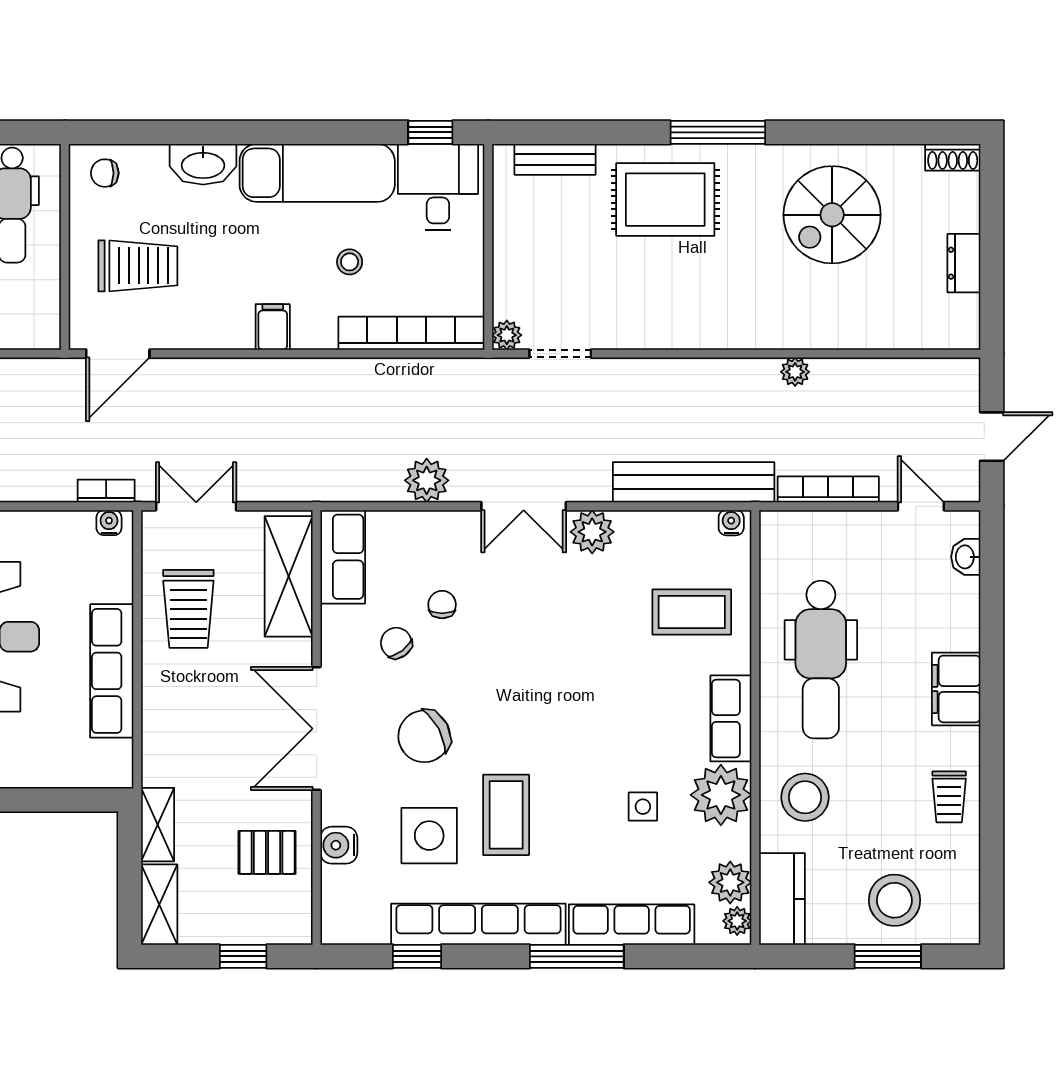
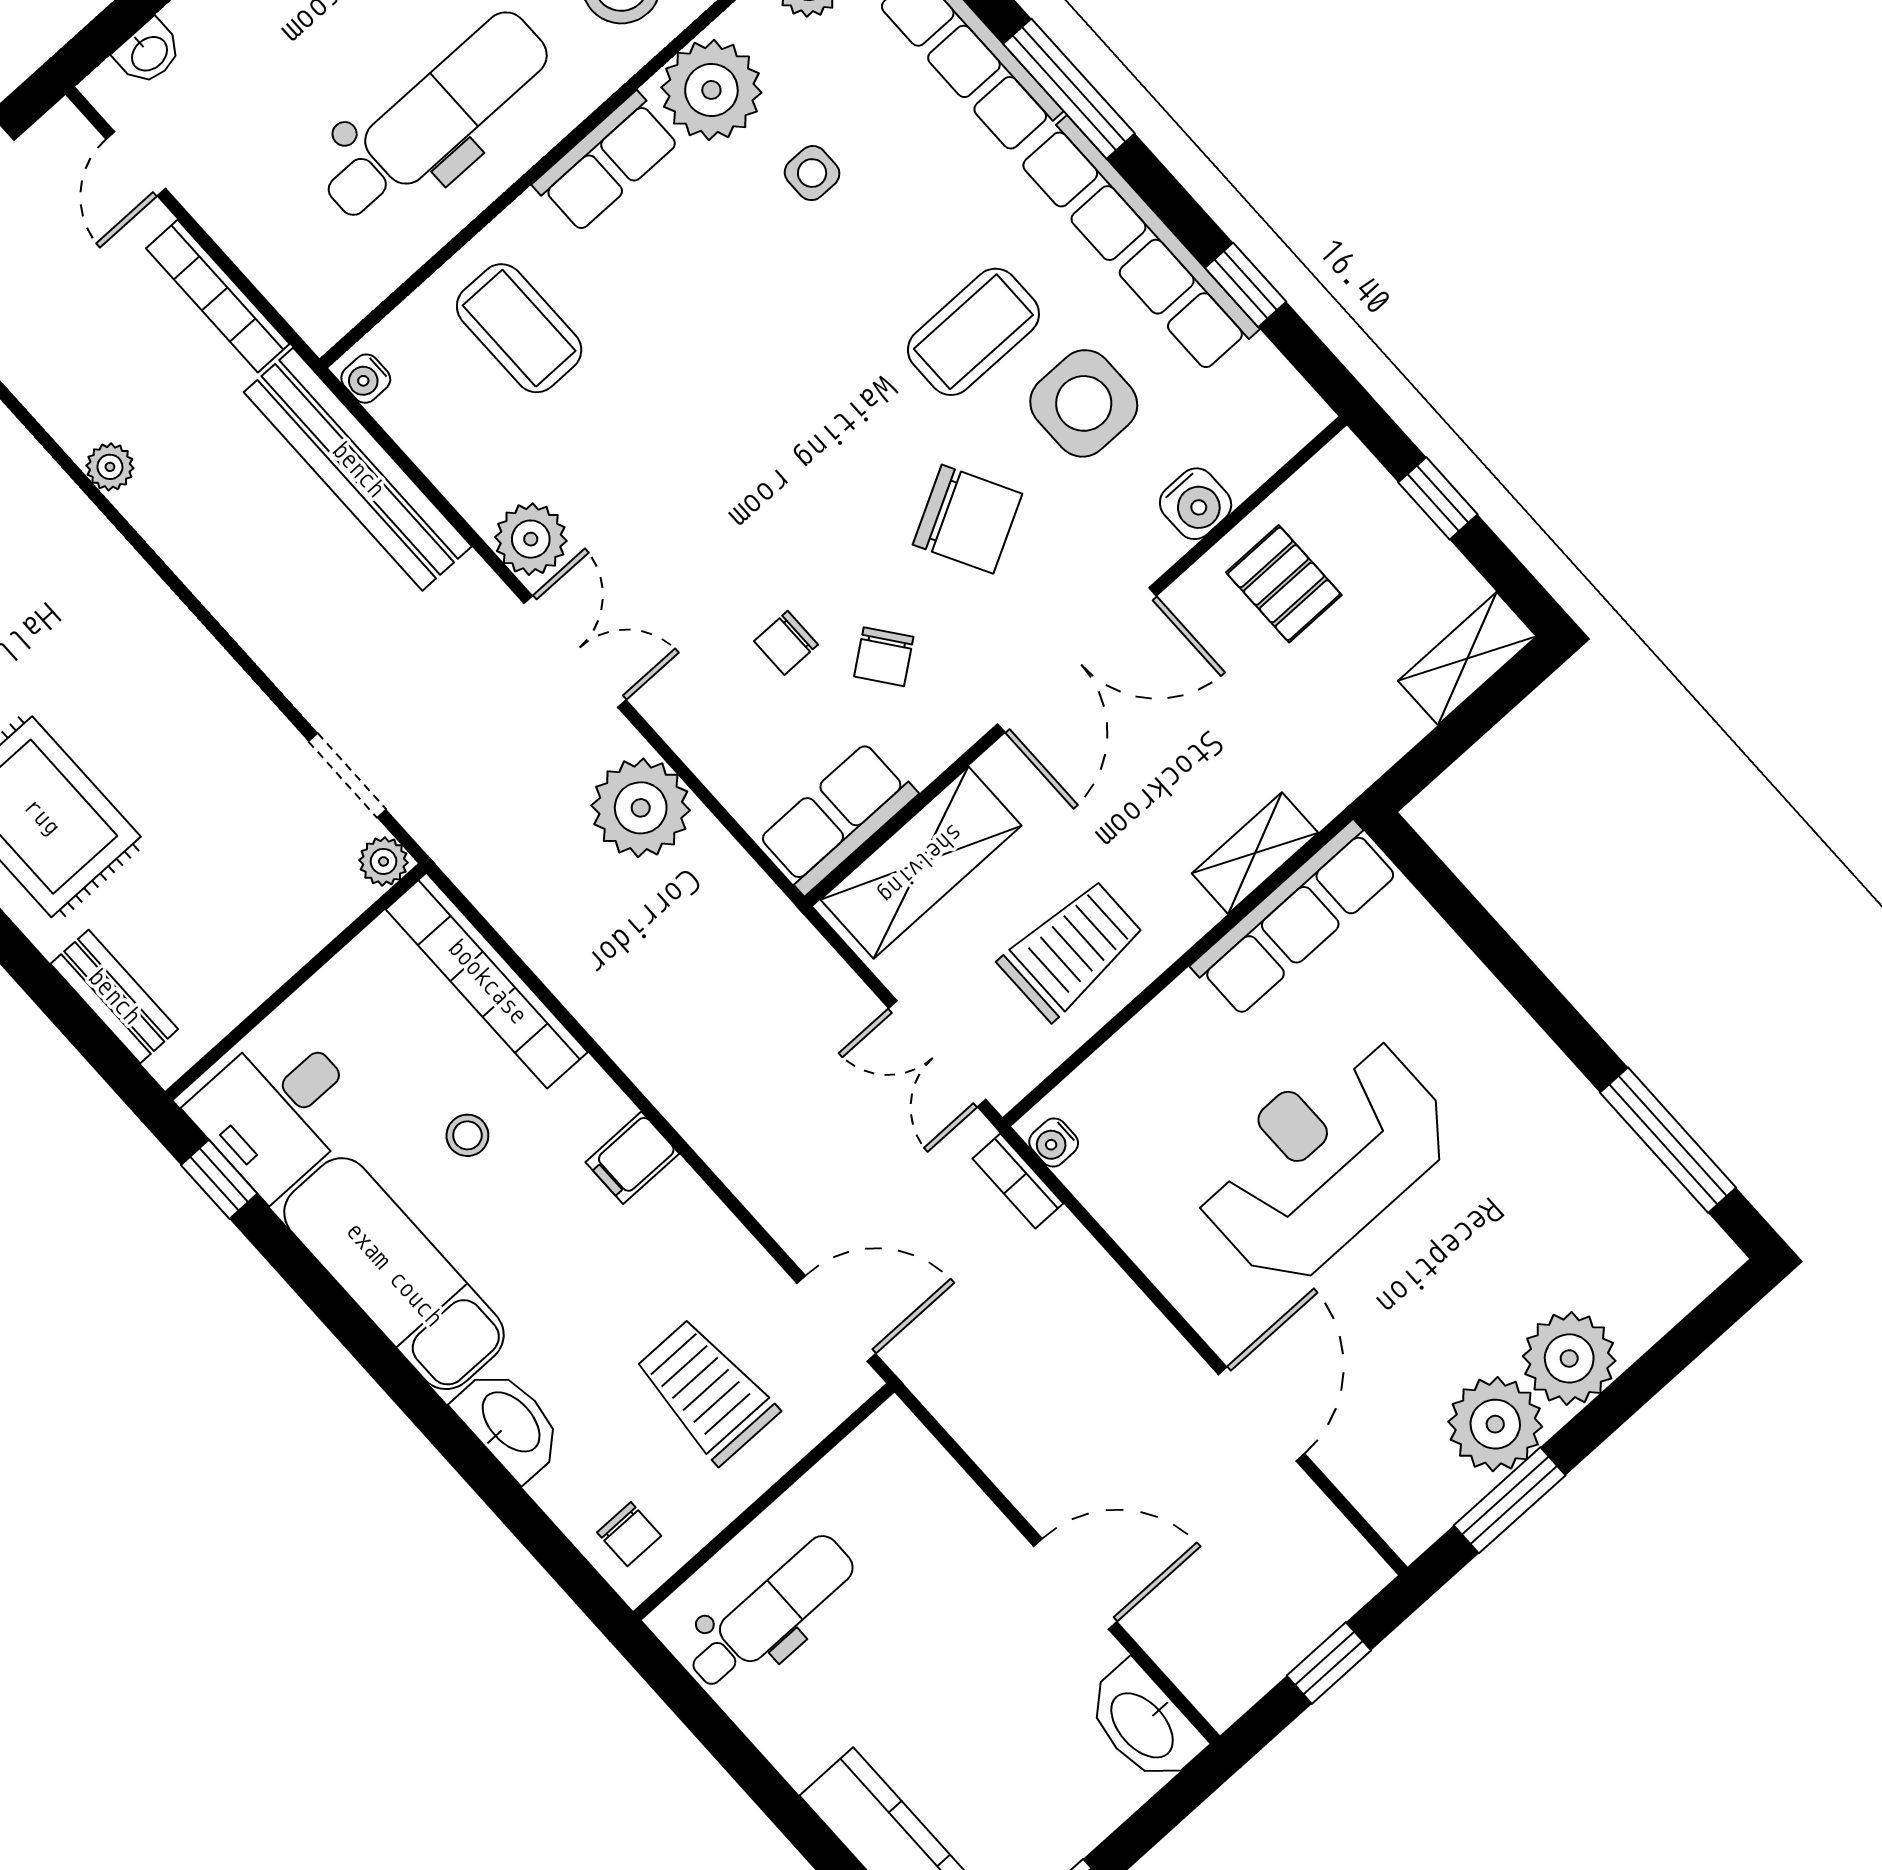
plant: (427, 480) -> (641, 808), width x1.36, depth x1.36
row of seats: (112, 671) -> (1295, 919), moved
shelving: (158, 825) -> (1255, 853), moved

